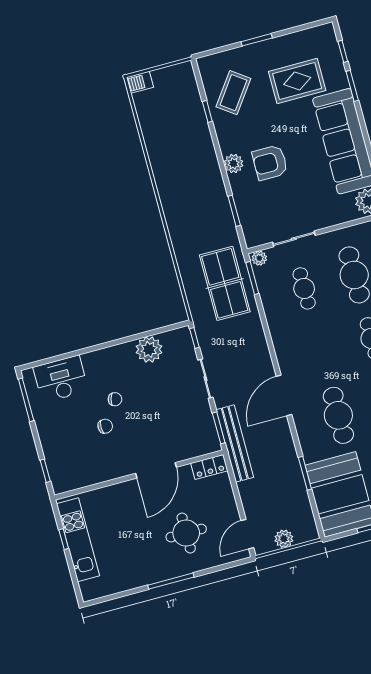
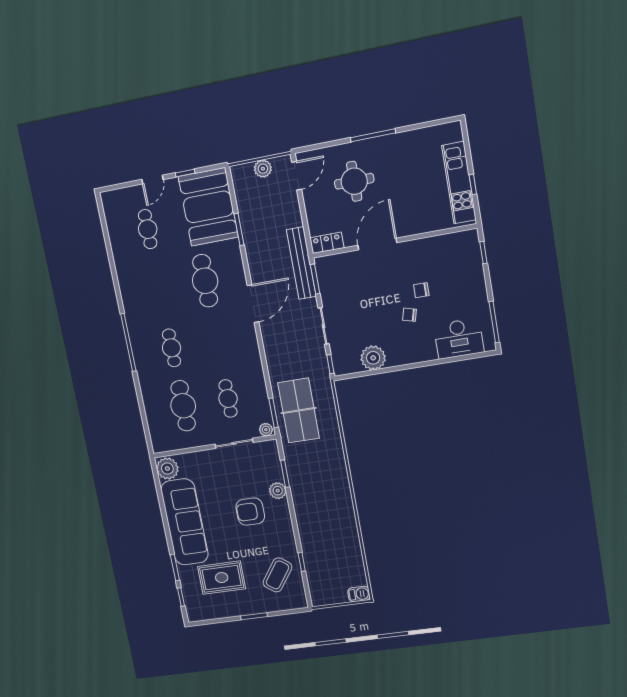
armchair: (270, 163) -> (250, 512), turned 180
plant: (234, 164) -> (278, 491), moved

